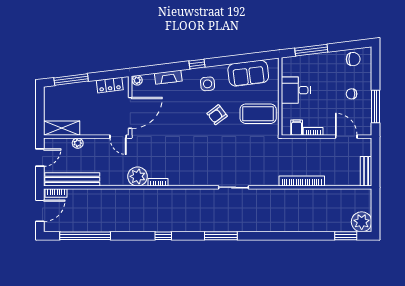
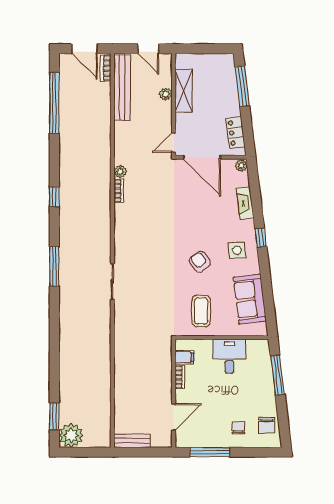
chair: (352, 94) -> (238, 428), moved
coffee table: (258, 114) -> (201, 311), width x0.73, depth x0.76
shelving: (62, 128) -> (184, 91), moved
plant: (138, 176) -> (120, 171), width x0.53, depth x0.53
bookcase: (302, 181) -> (120, 364), removed

